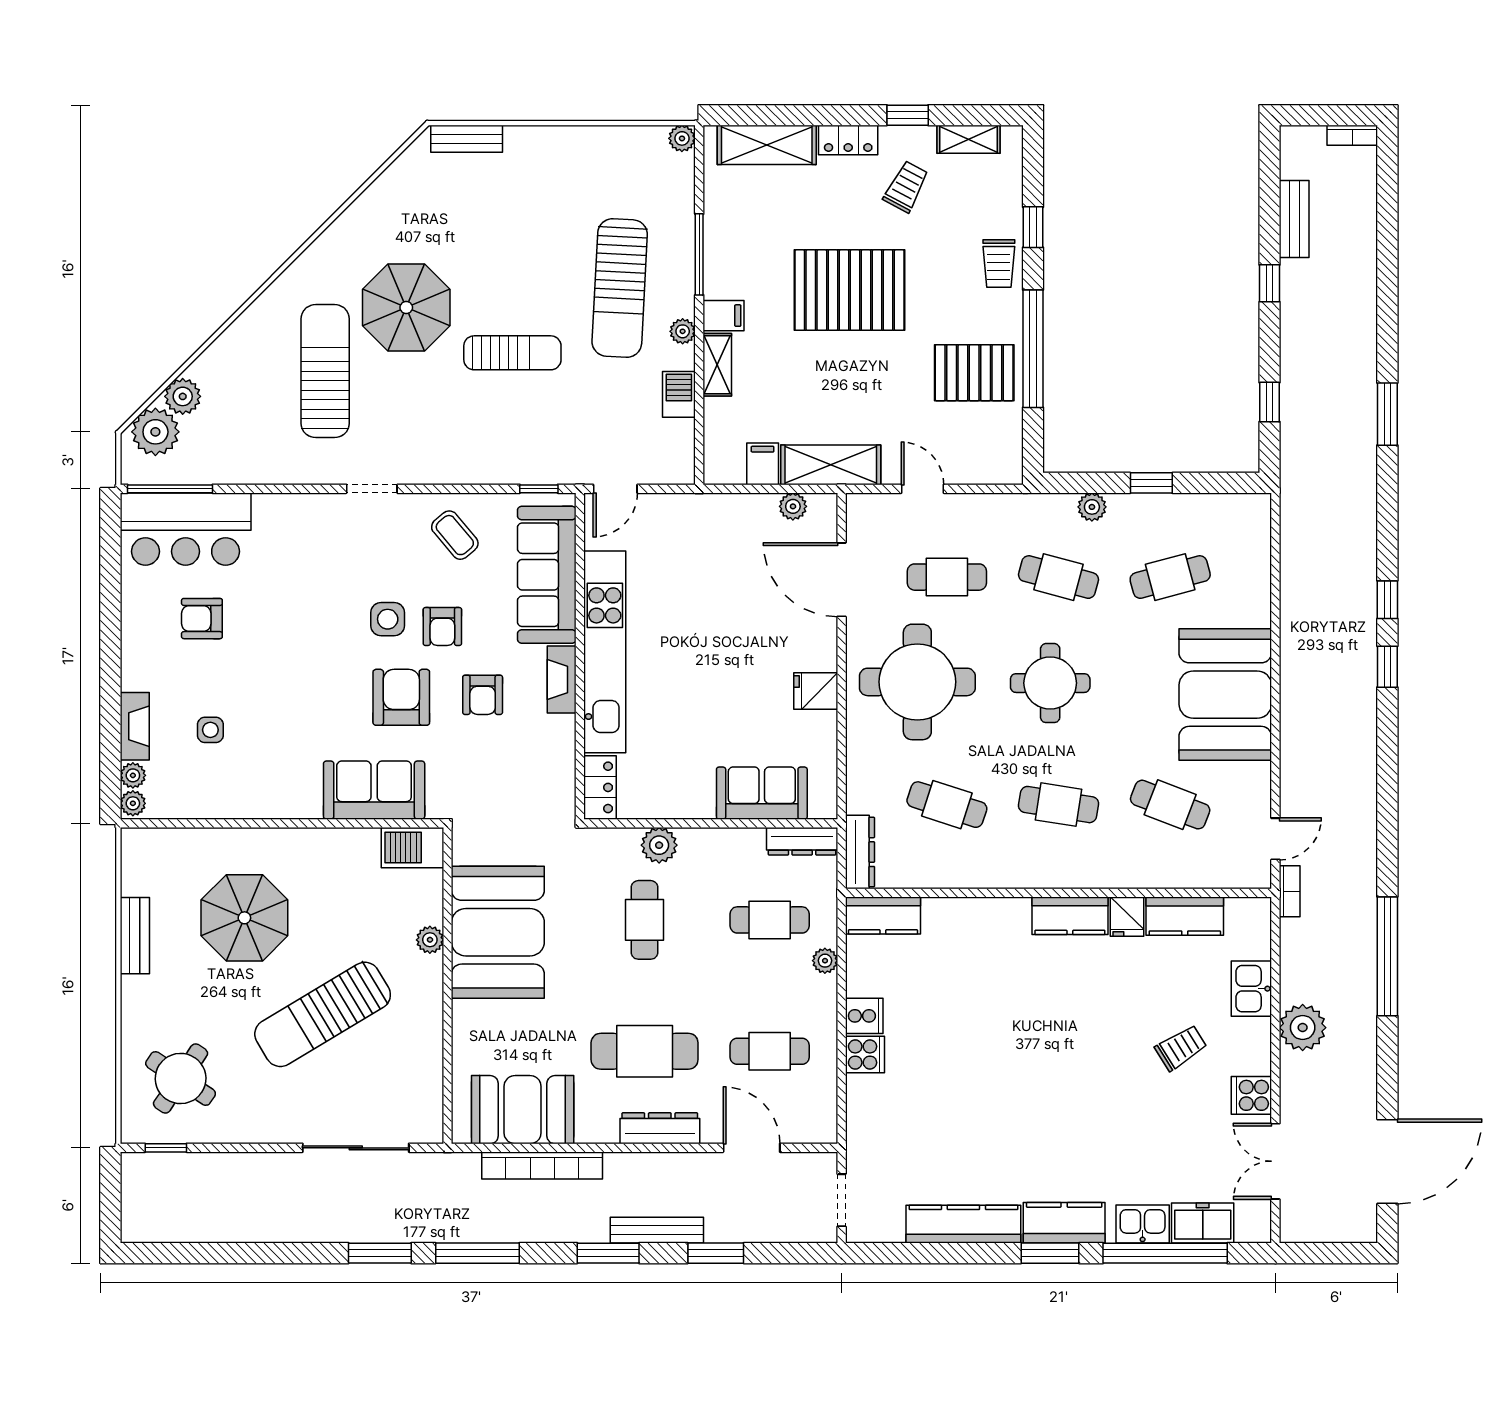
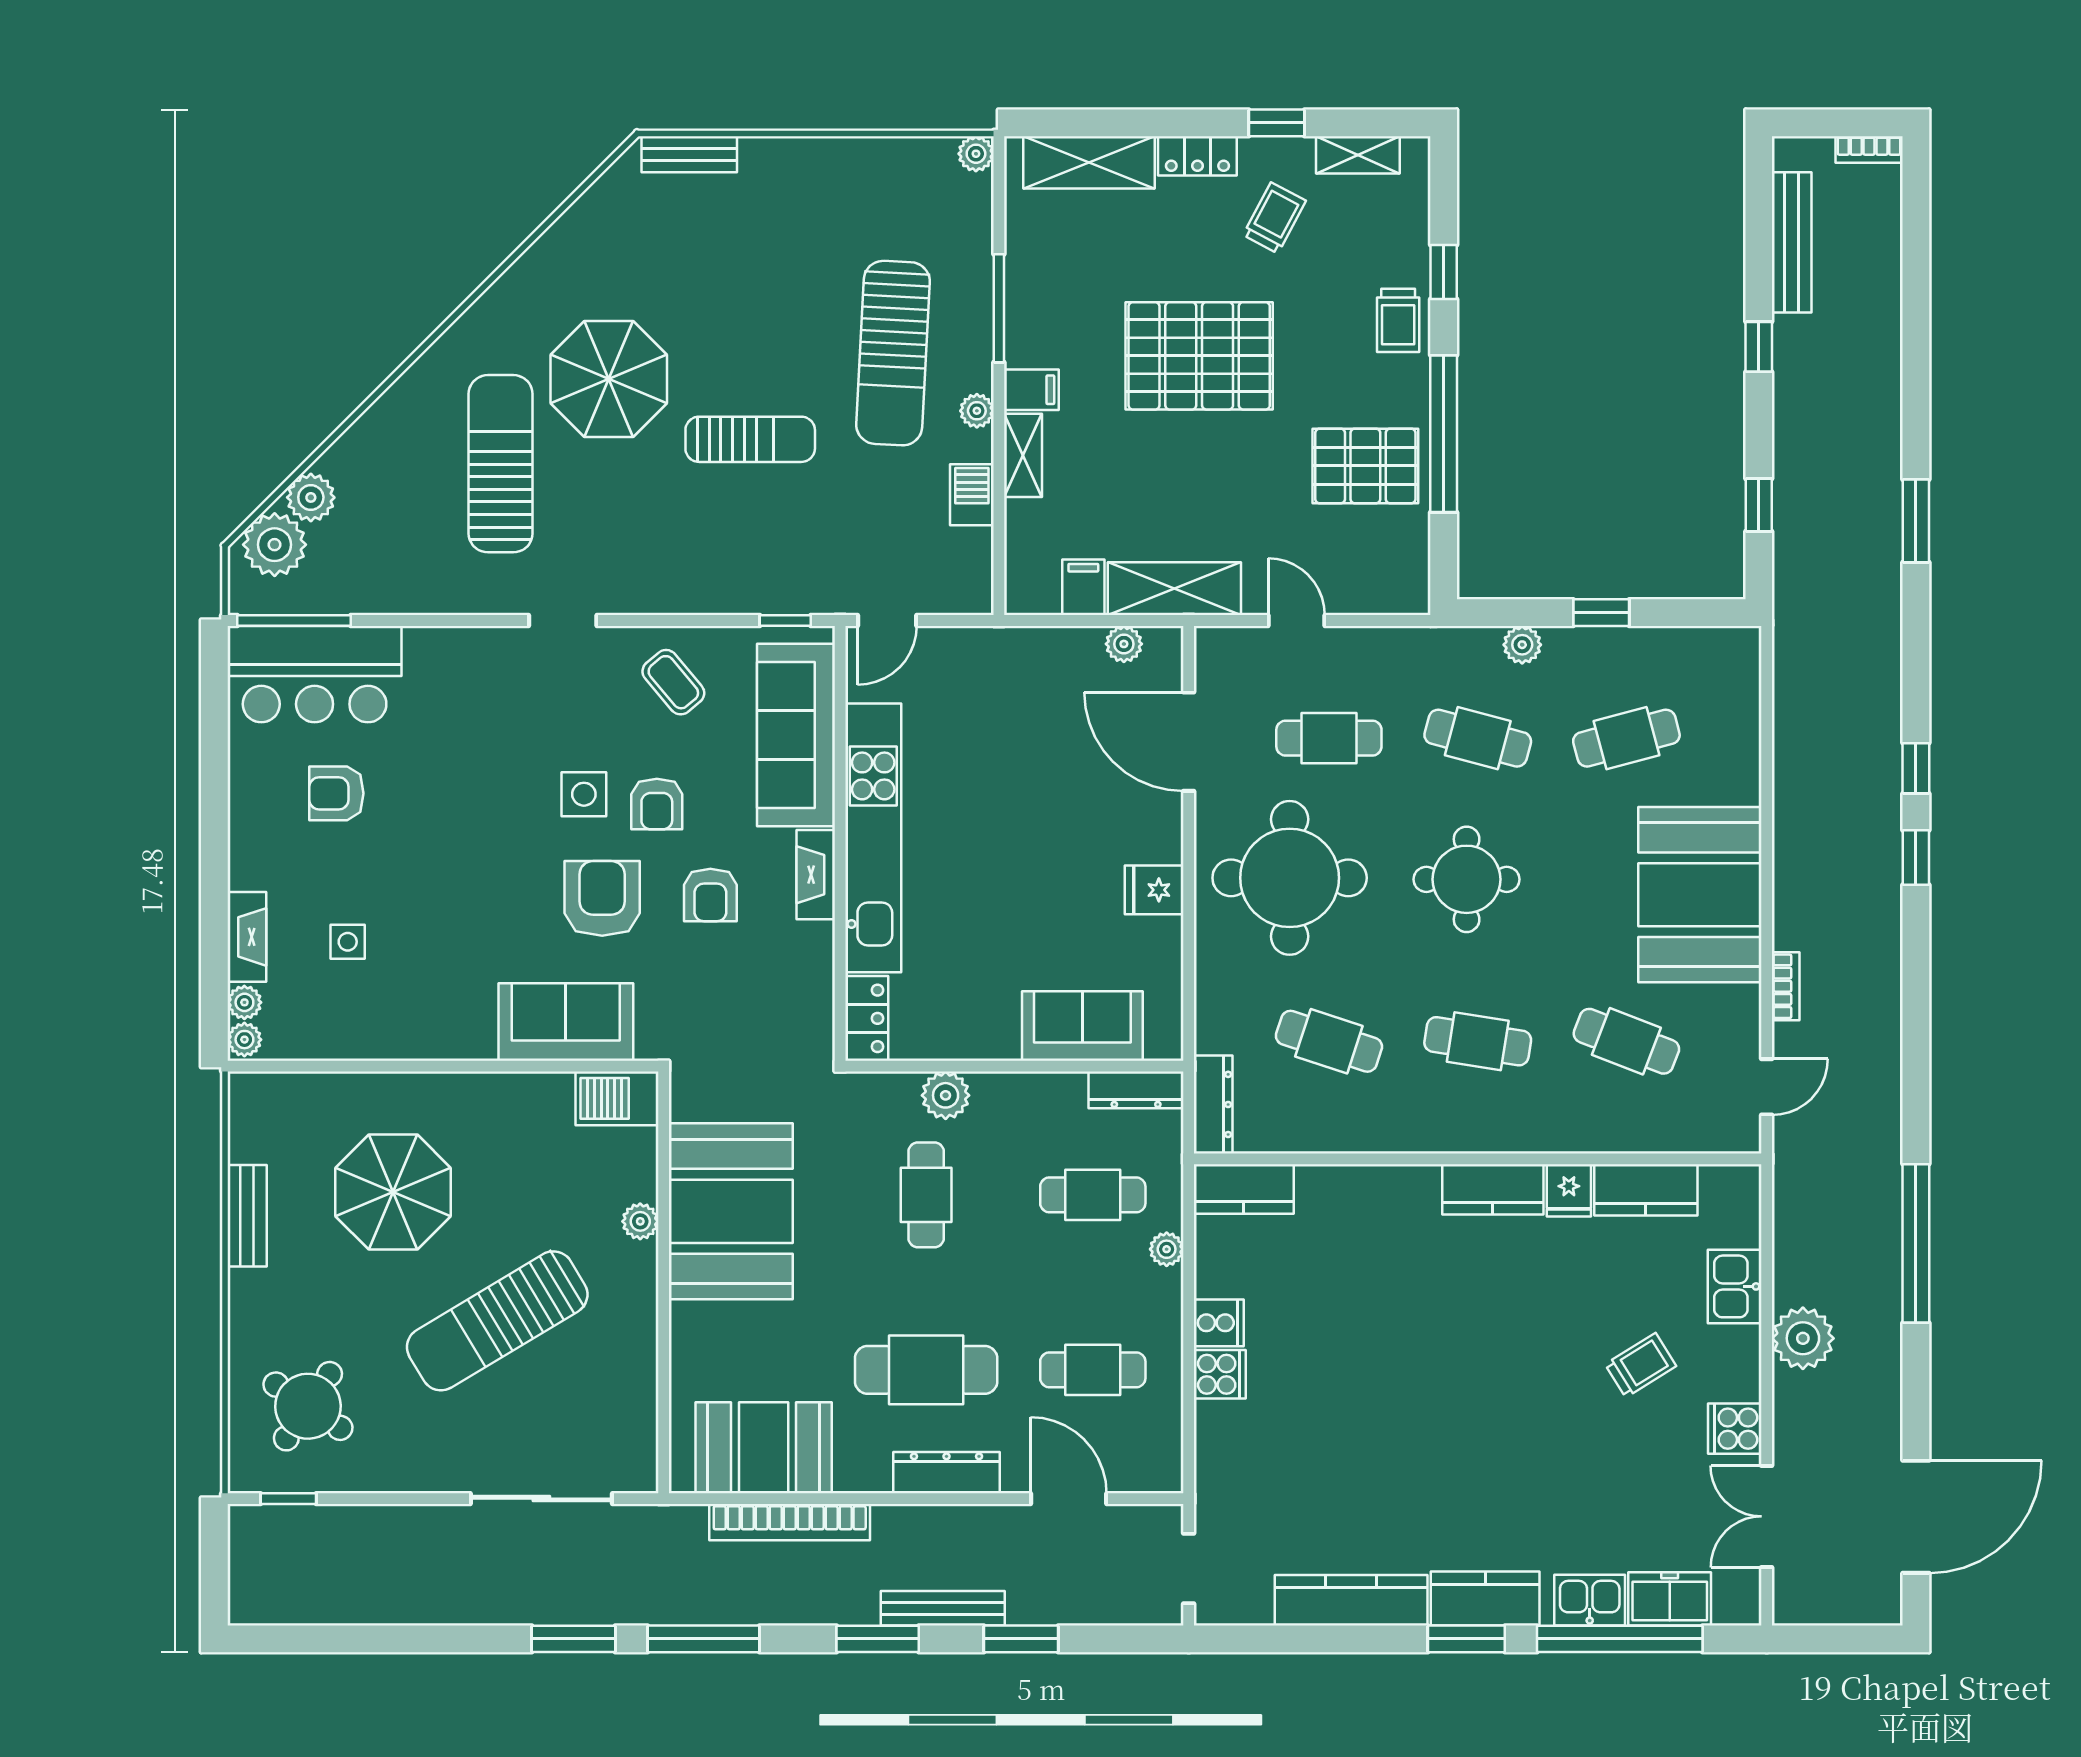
bench: (1294, 219) -> (1792, 242), width x1.36
bookcase: (1290, 891) -> (1786, 986), moved

